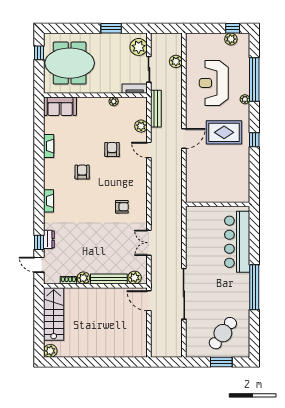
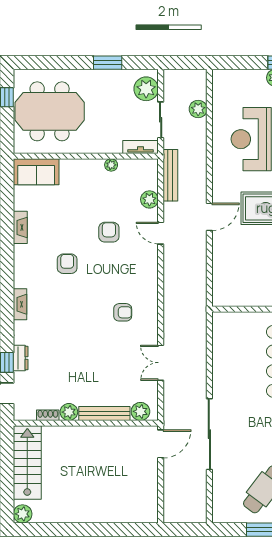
door: (149, 301) -> (161, 444), swing flipped

